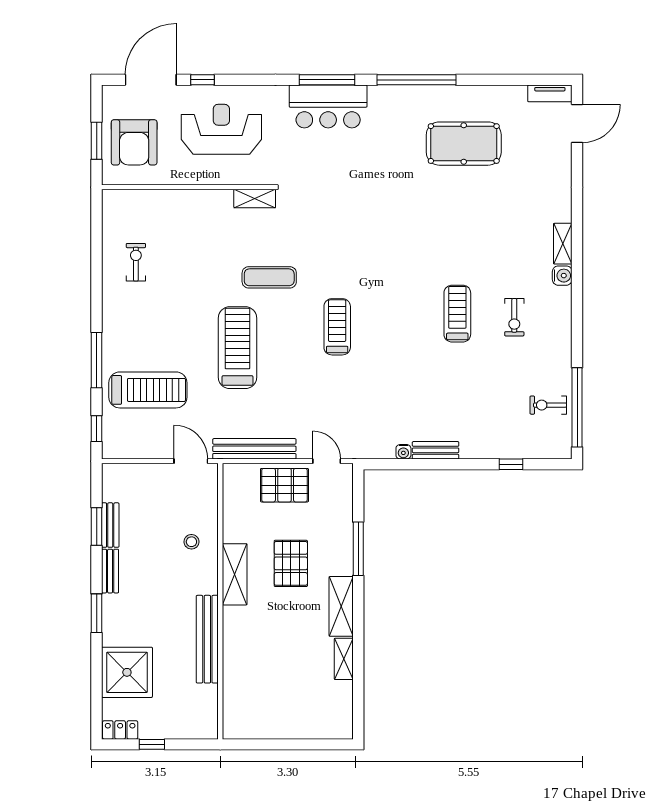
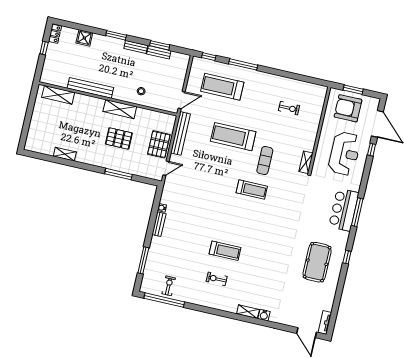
window: (417, 80) -> (347, 257), width x0.32
pool table: (464, 144) -> (317, 262), moved
exercise bike: (136, 262) -> (289, 108), moved
water cooler: (562, 276) -> (264, 315), moved
treadmill: (337, 327) -> (252, 189), moved
treadmill: (237, 348) -> (233, 137), turned 180
treadmill: (148, 390) -> (222, 87), turned 90
window: (511, 464) -> (143, 260), width x2.17
shelving: (341, 606) -> (58, 95), moved
shower: (127, 672) -> (84, 38), width x0.54, depth x0.54

